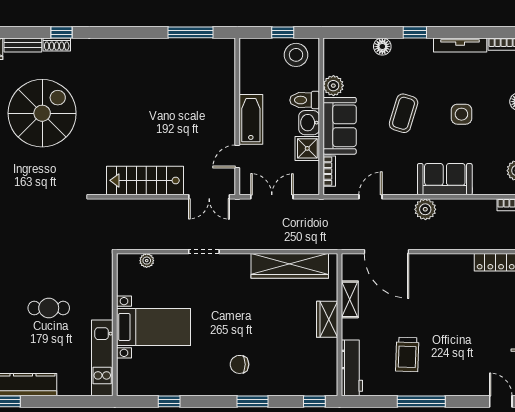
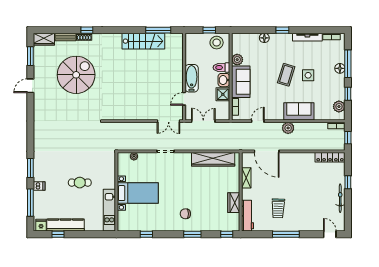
coffee table: (404, 113) -> (286, 75), moved
stairs: (145, 180) -> (143, 41), moved, turned 180
wardrobe: (327, 319) -> (234, 203), moved

